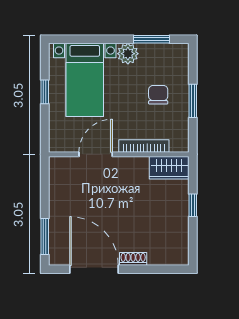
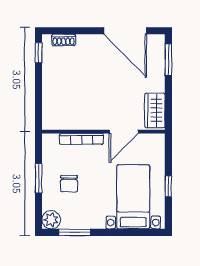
plant: (128, 54) -> (51, 220), moved
wardrobe: (169, 168) -> (155, 110), moved, turned -90
window: (193, 205) -> (39, 53), moved
shoe rack: (133, 259) -> (64, 40), moved

